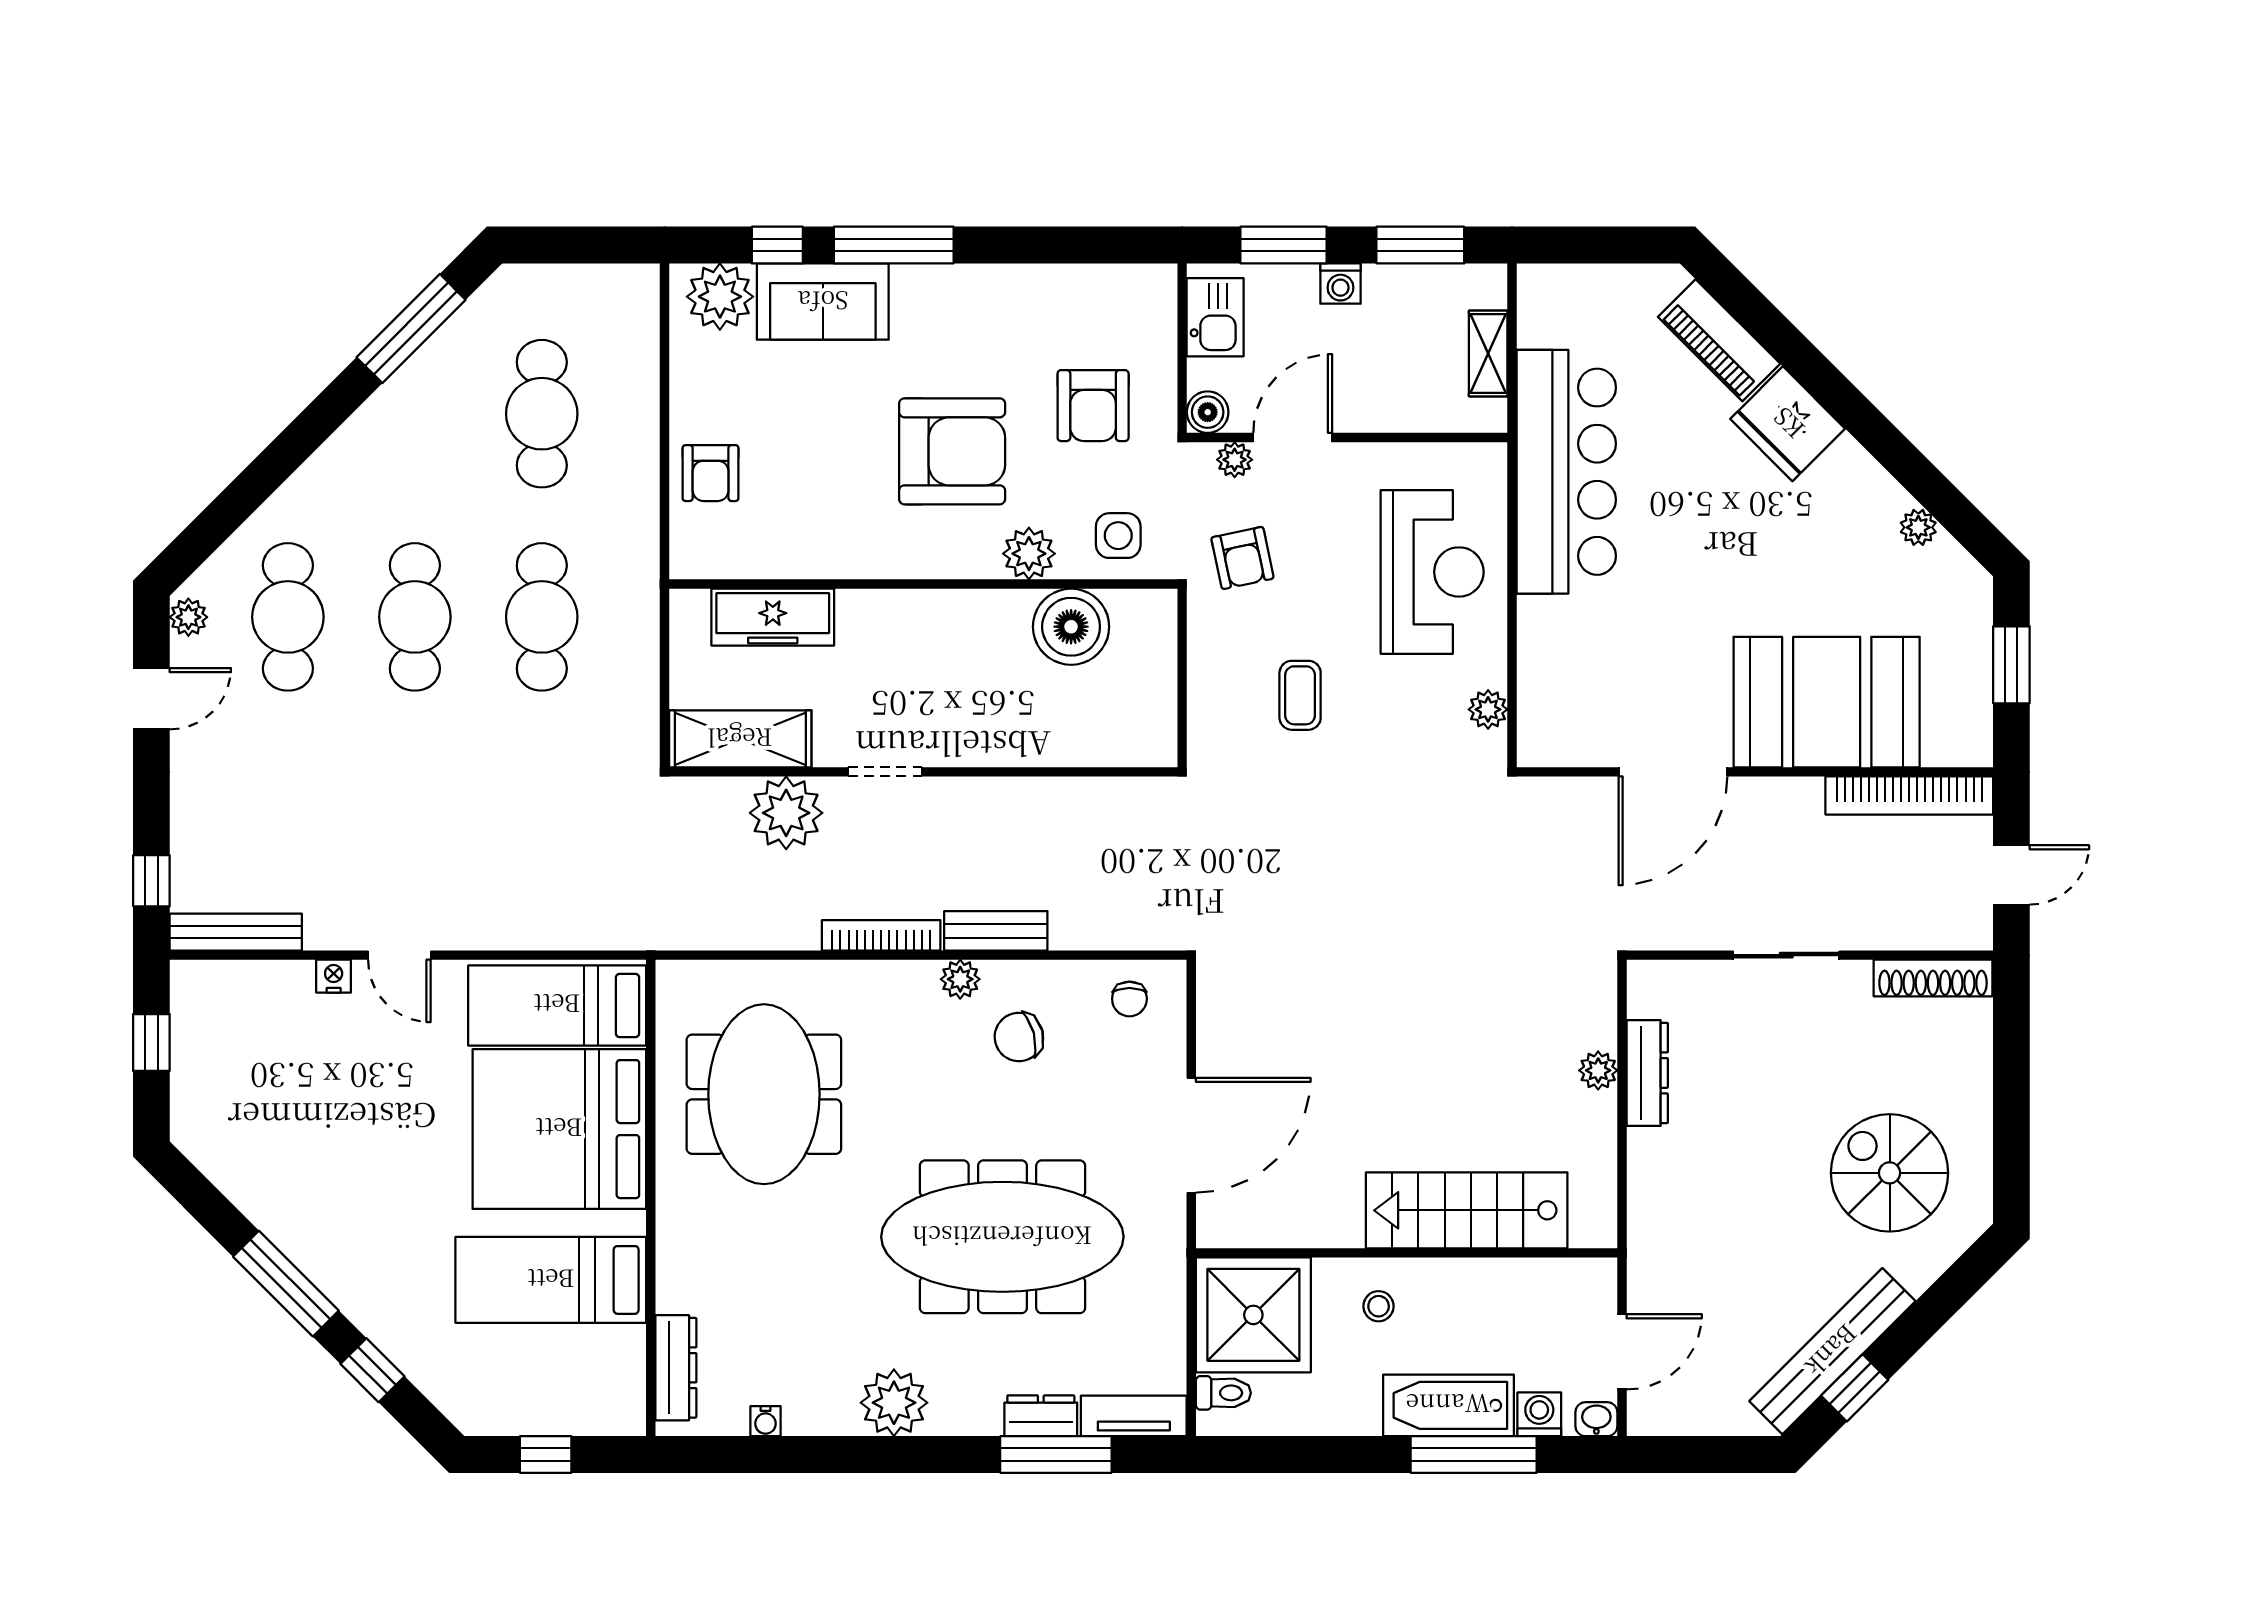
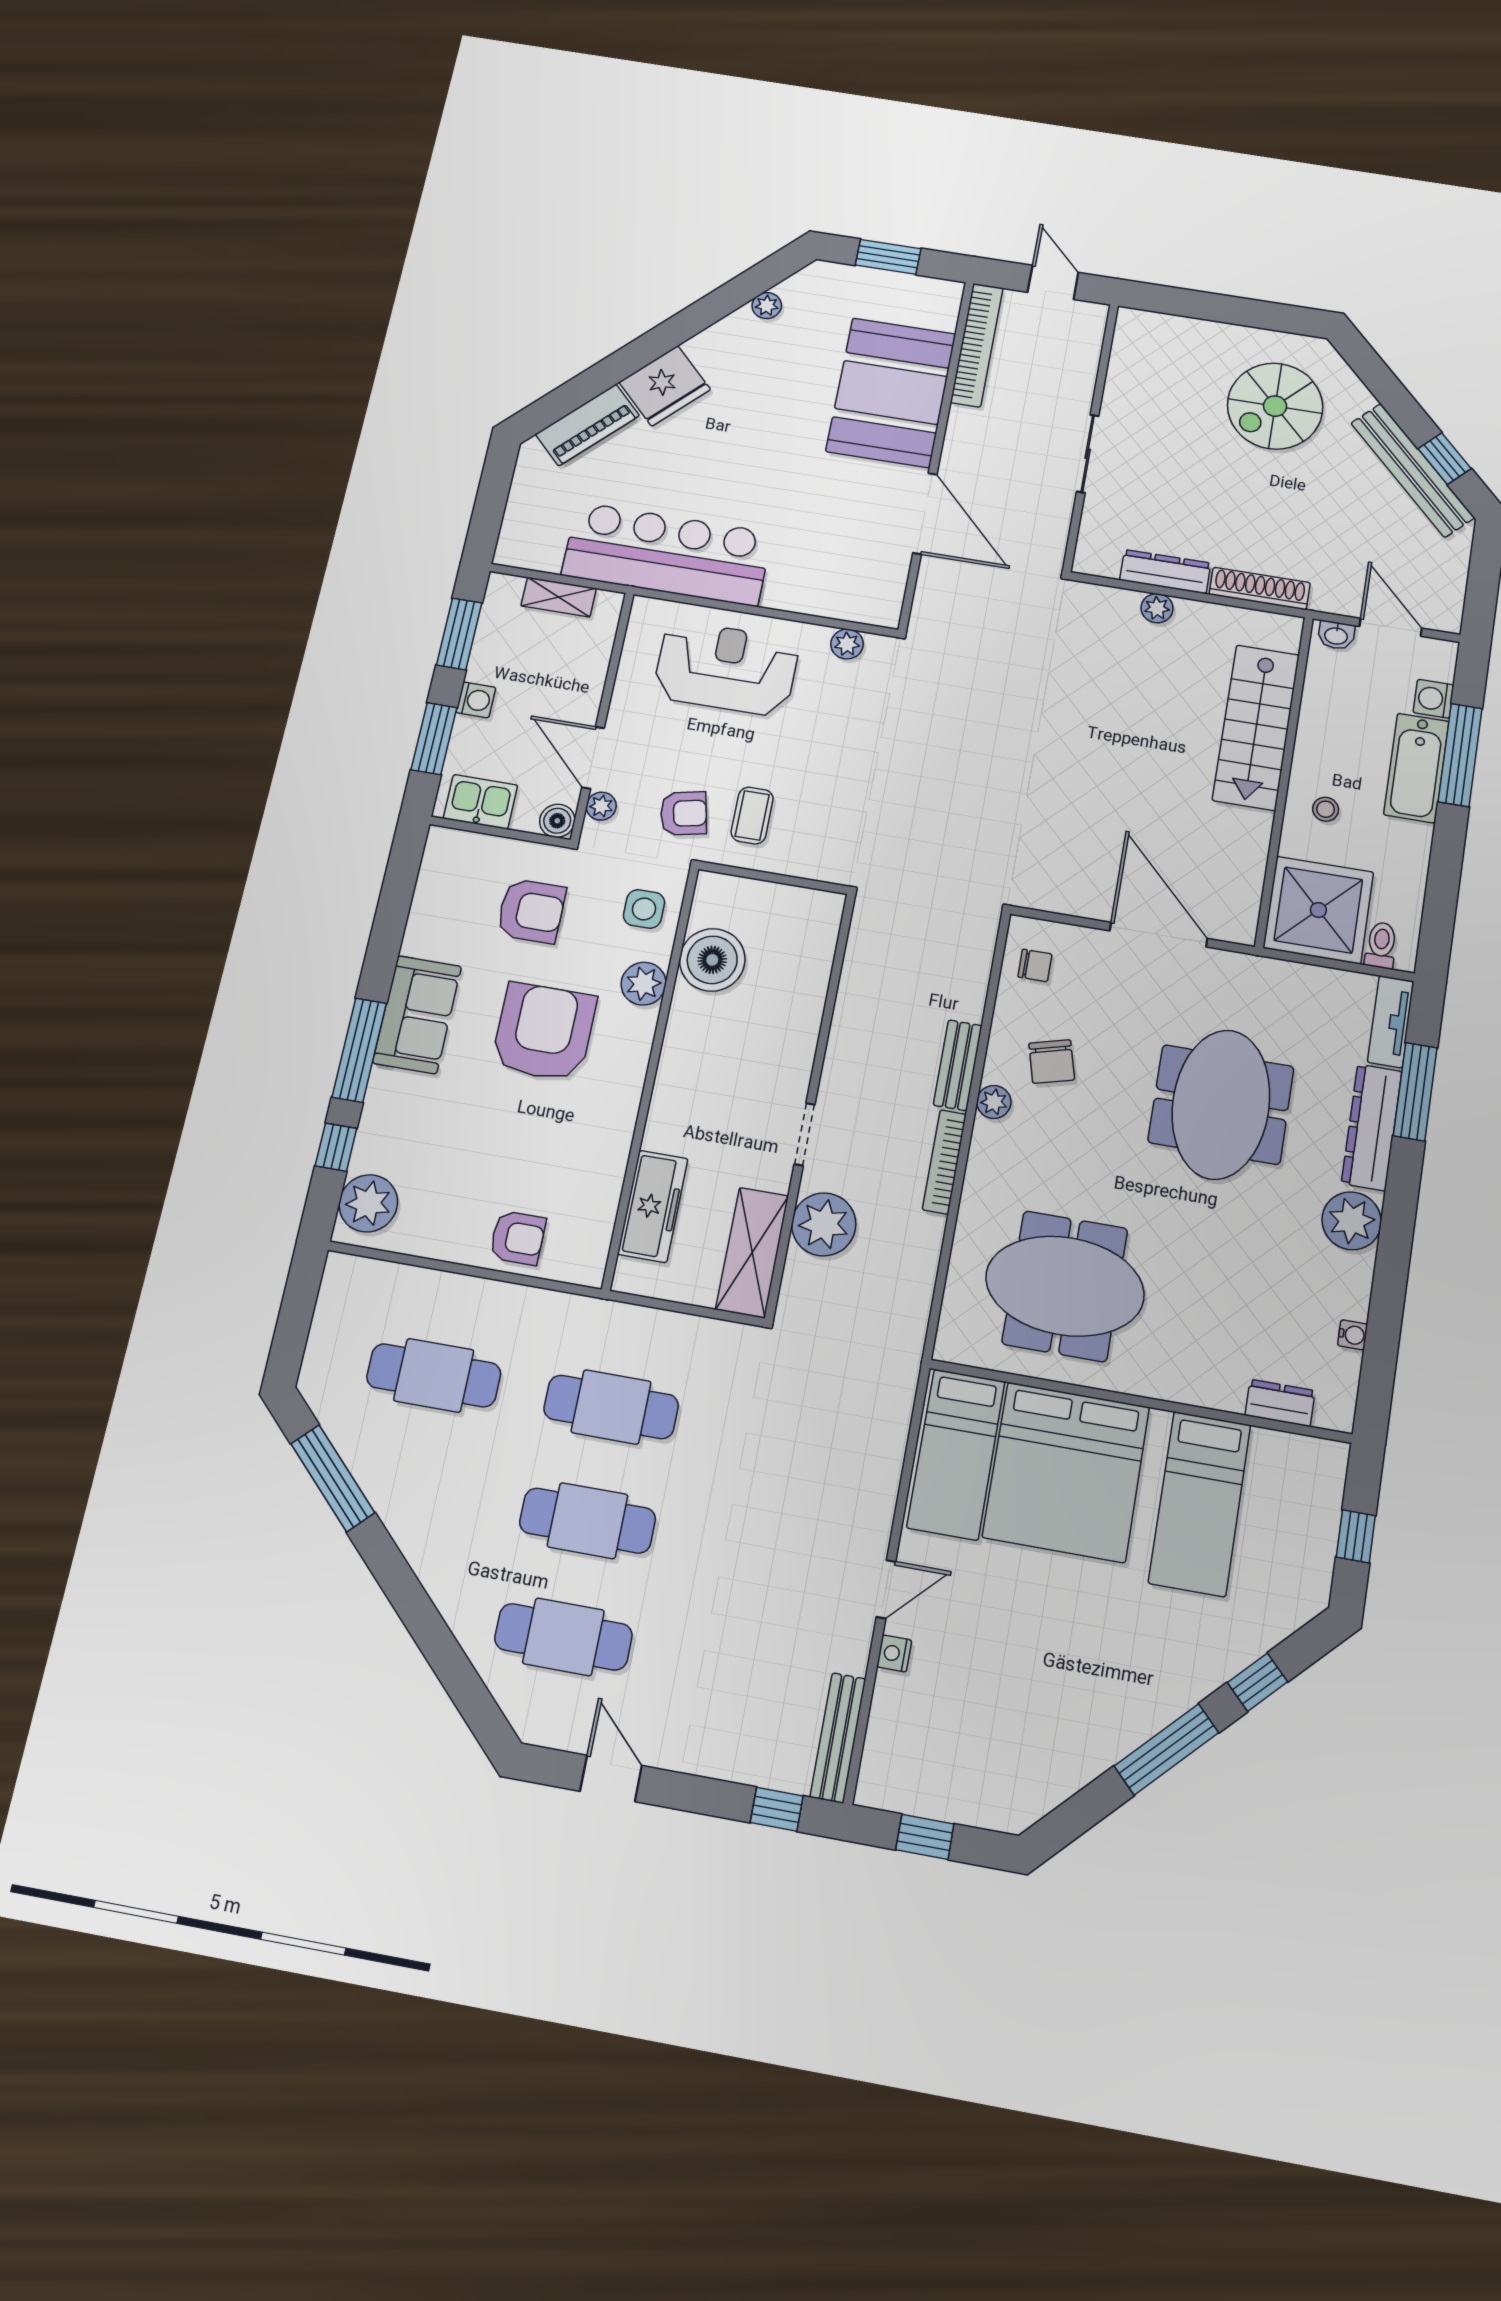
sofa: (823, 302) -> (417, 1015), moved
plant: (188, 617) -> (544, 1730), removed
coffee table: (1300, 695) -> (752, 815), moved, turned 90
shoe rack: (1933, 978) -> (1260, 589), moved, turned -90
meeting table: (1002, 1237) -> (1221, 1104), width x0.73
dresser: (676, 1368) -> (1280, 1403), width x0.70
dresser: (1041, 1416) -> (1372, 1127), width x1.96, depth x1.24
washbasin: (1596, 1419) -> (1336, 635), moved, turned -90

